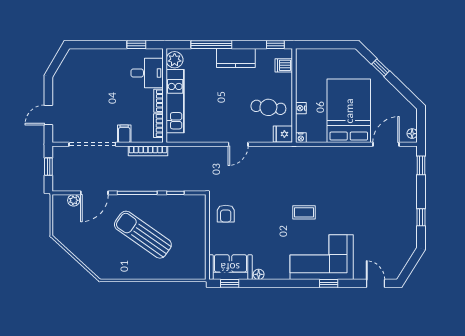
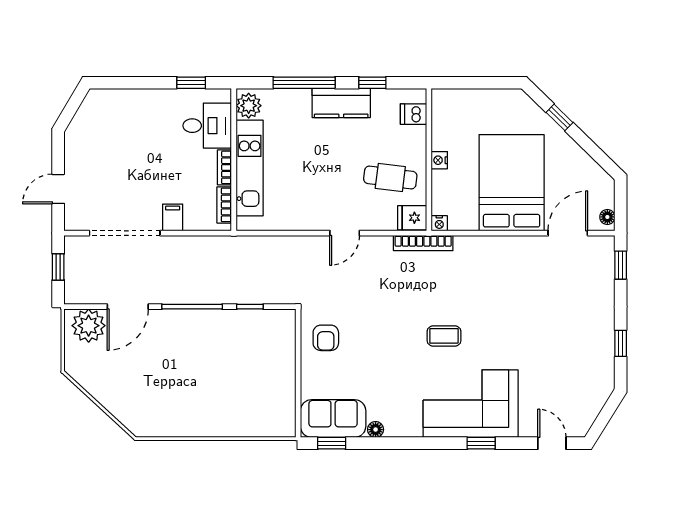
window: (275, 45) -> (372, 83), moved
nightstand: (301, 108) -> (439, 160), moved
bookcase: (148, 151) -> (423, 243), moved
plant: (74, 200) -> (89, 326), width x1.88, depth x1.88
sun lounger: (143, 235) -> (201, 370), removed

